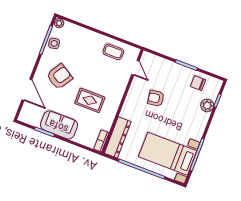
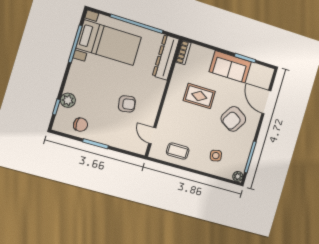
side table: (54, 43) -> (216, 156), moved

